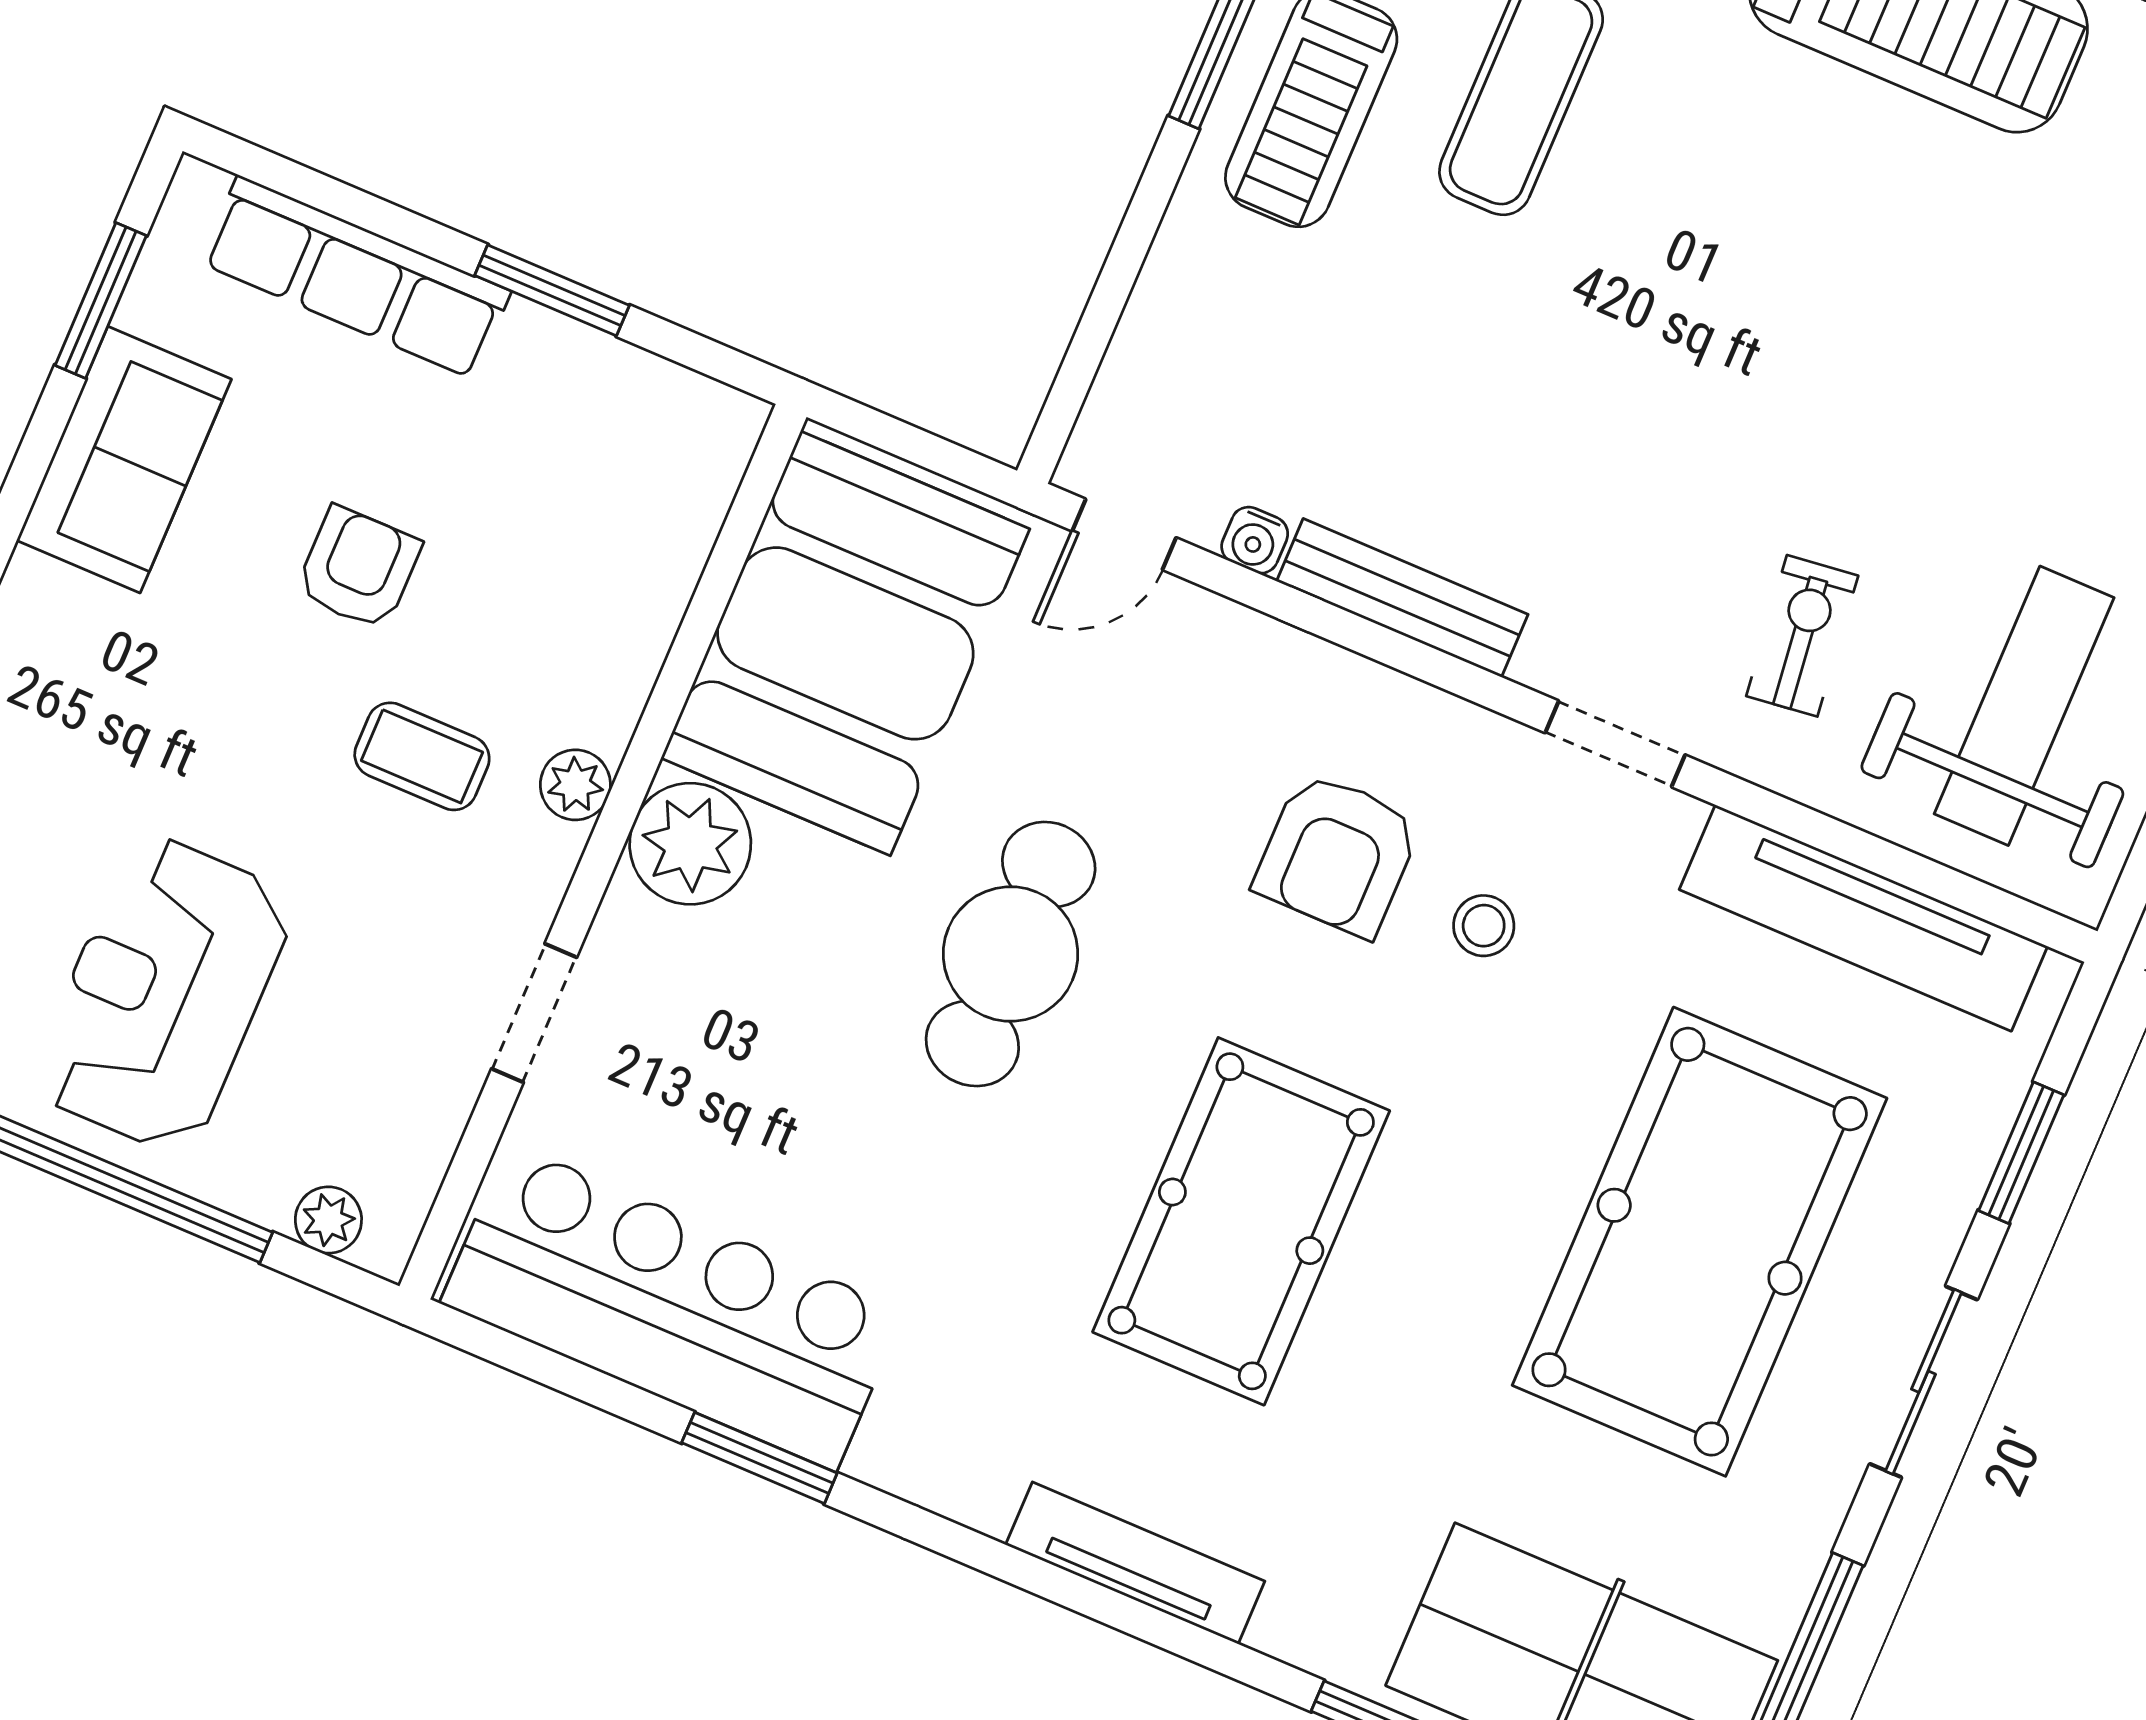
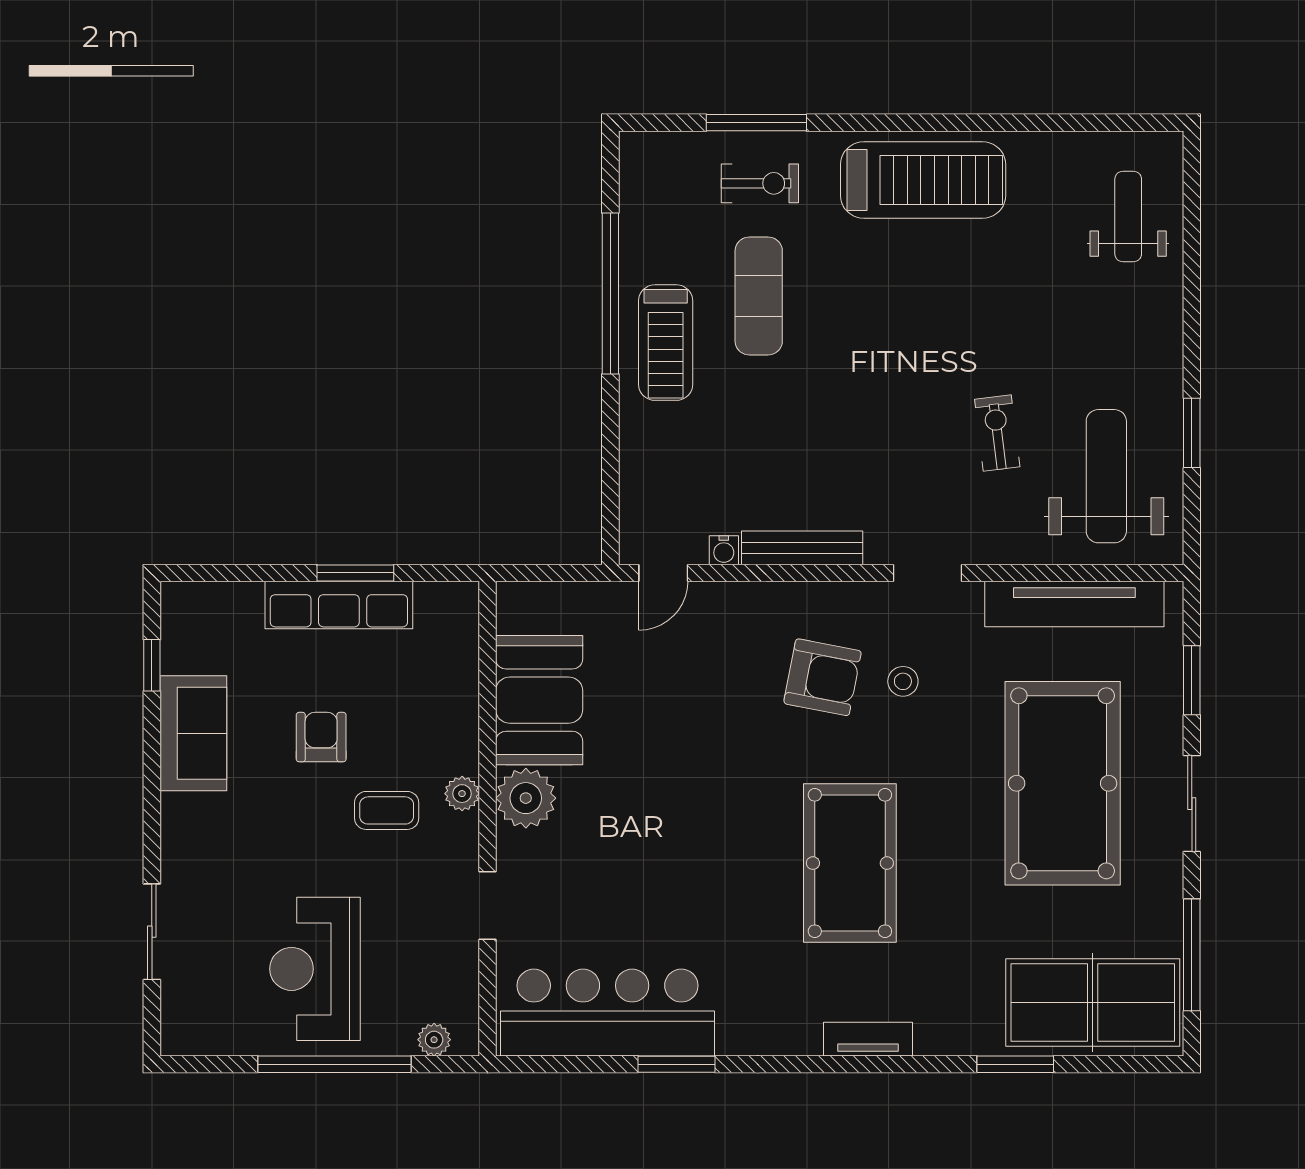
row of seats: (356, 277) -> (339, 605), moved
window: (101, 300) -> (152, 665), width x0.67
exercise bike: (1802, 636) -> (997, 433), moved
booth: (845, 643) -> (539, 700), width x0.73, depth x0.70
armchair: (1337, 854) -> (822, 677), turned -79
cafe table: (1011, 954) -> (693, 786), removed
tv unit: (1135, 1563) -> (868, 1039), width x0.71

